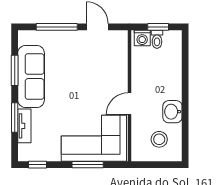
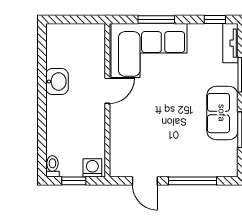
toilet: (157, 39) -> (52, 166), moved
sofa: (31, 76) -> (222, 113), width x0.73
tv unit: (24, 126) -> (230, 43), moved
stool: (159, 139) -> (72, 49), removed

